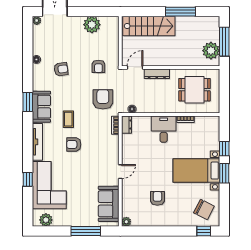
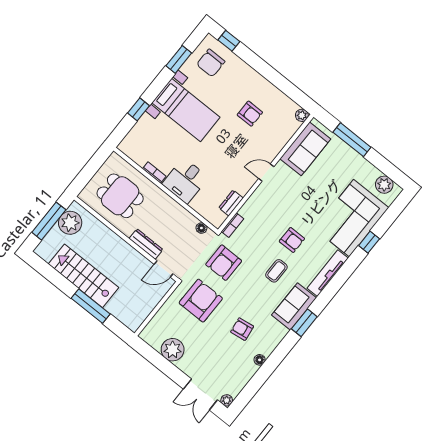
window: (181, 12) -> (91, 306), moved
stairs: (149, 26) -> (84, 276), moved
armchair: (98, 66) -> (201, 301), width x1.88, depth x1.88
dresser: (127, 125) -> (231, 203), moved
window: (224, 173) -> (179, 59), moved
armchair: (157, 198) -> (250, 114), turned -90
chair: (204, 209) -> (211, 63), turned -117

